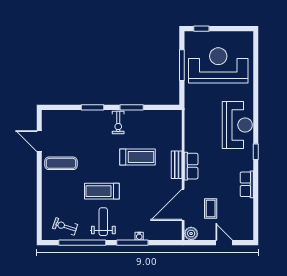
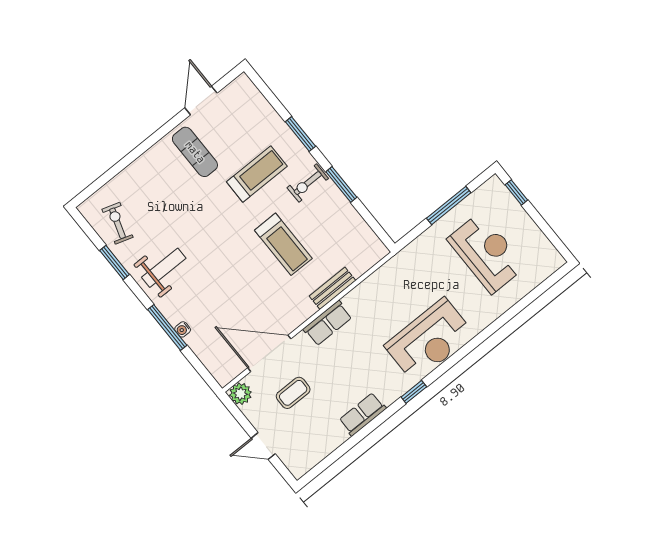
reception desk: (218, 65) -> (486, 253), width x0.74, depth x0.77
bench: (177, 165) -> (332, 288), moved
treadmill: (102, 191) -> (257, 174), moved, turned 90
window: (82, 243) -> (115, 262), width x0.47
door: (224, 243) -> (263, 446), swing flipped

